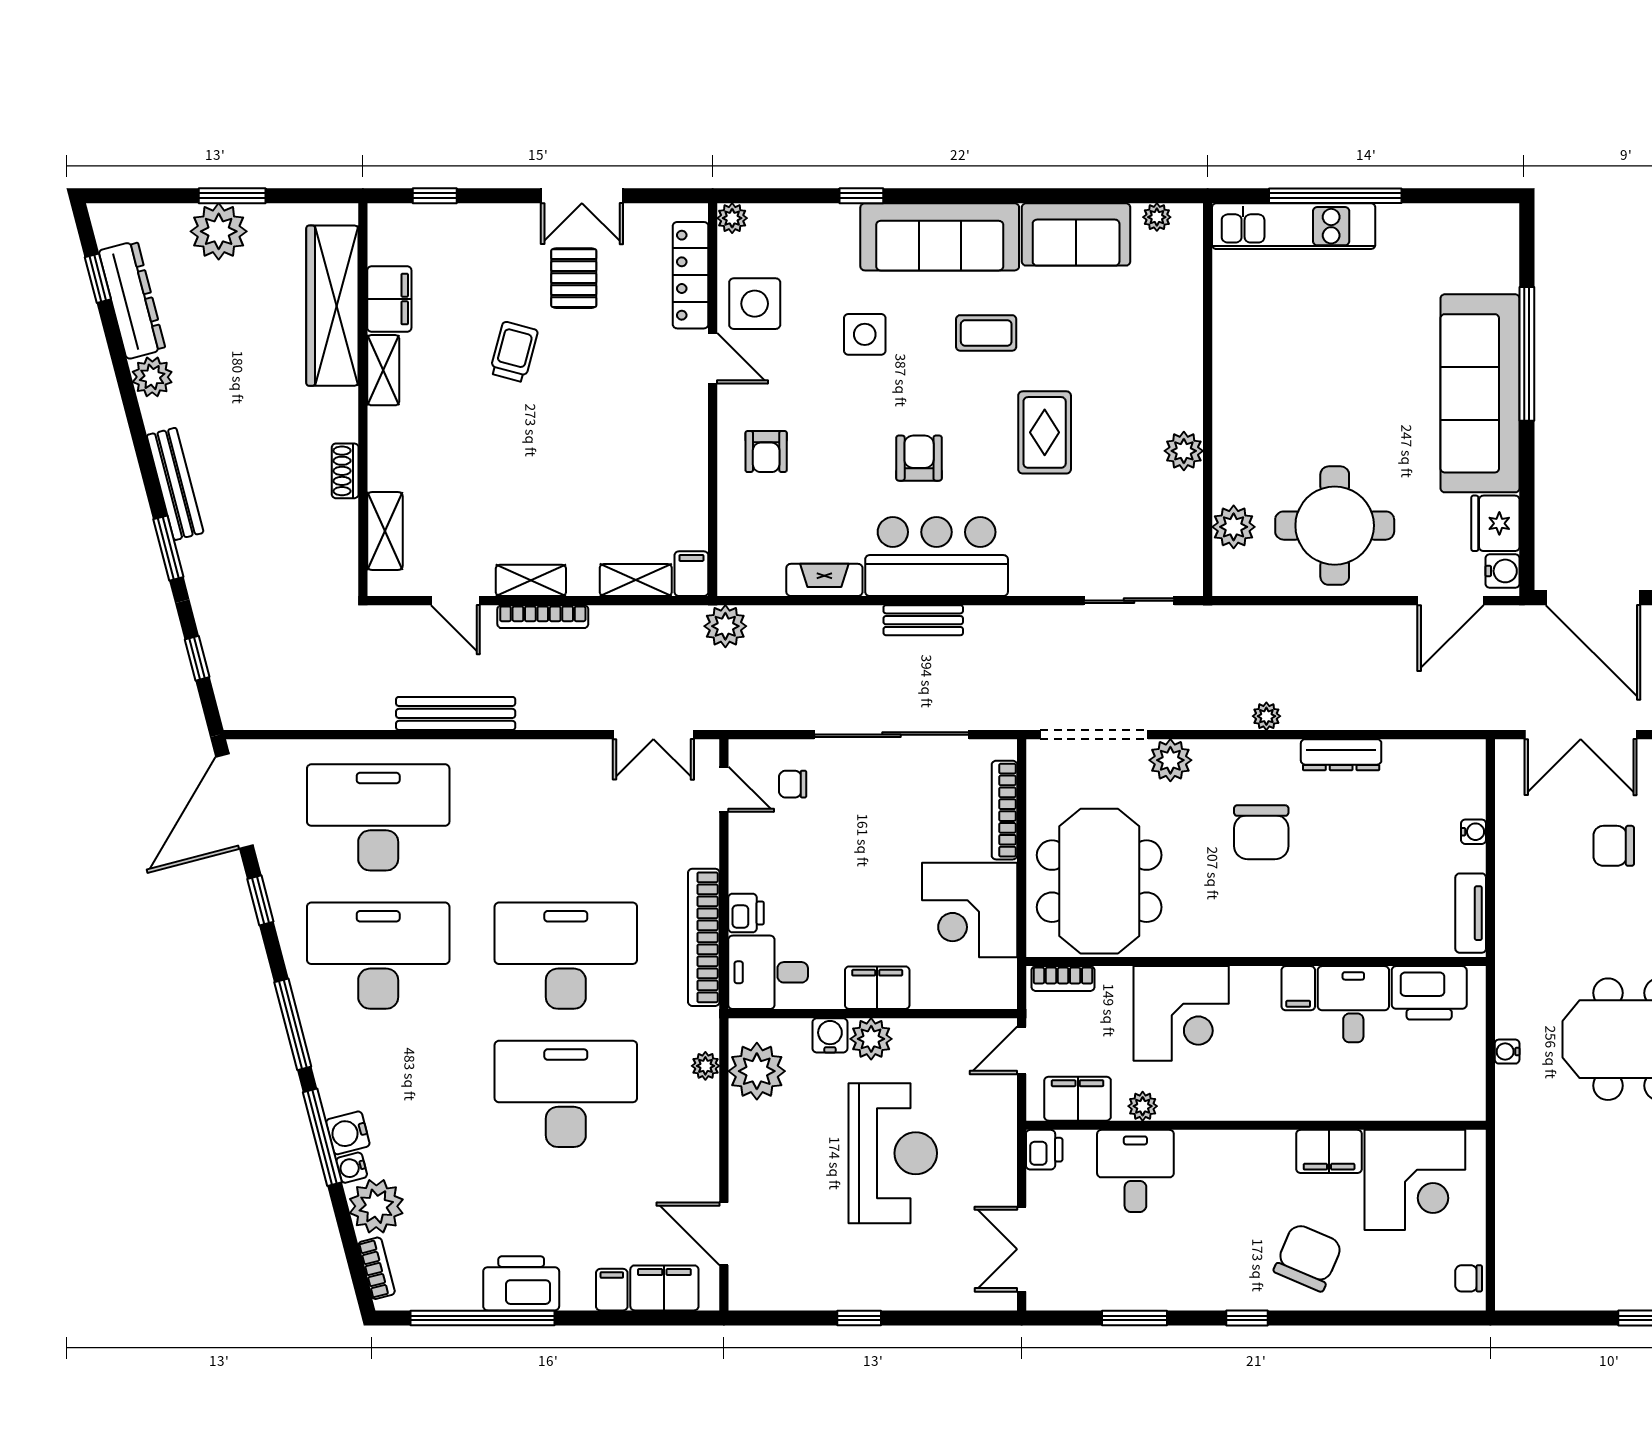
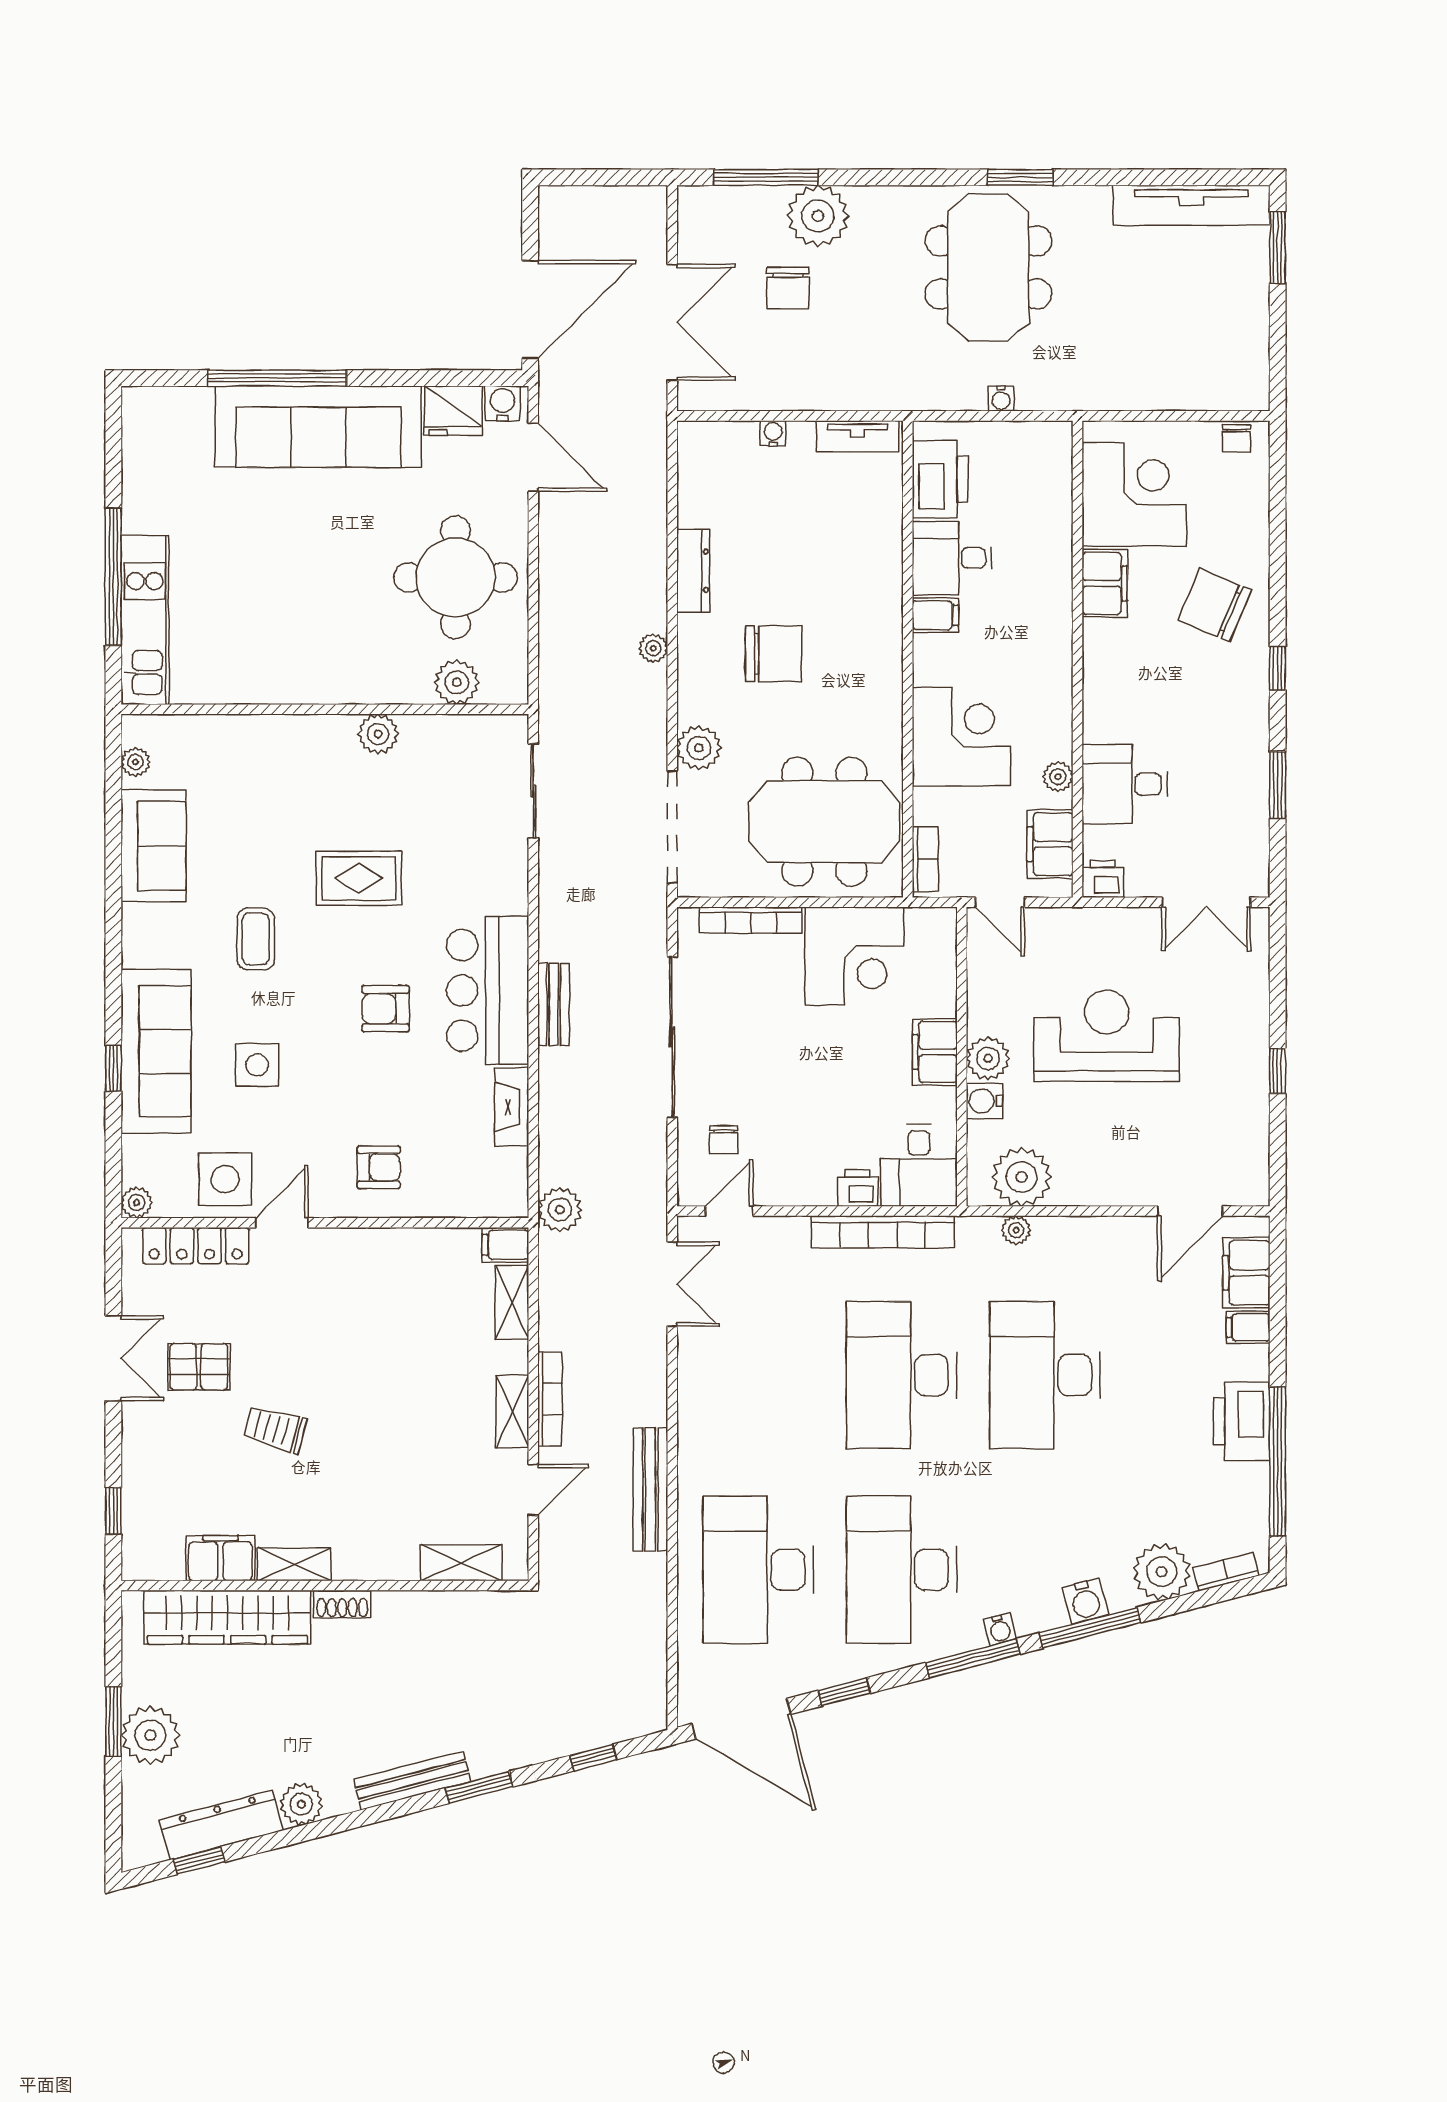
sofa: (940, 237) -> (156, 1051), moved
shoe rack: (345, 471) -> (342, 1604), moved
water cooler: (352, 1168) -> (1000, 1629), moved

